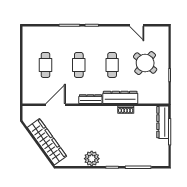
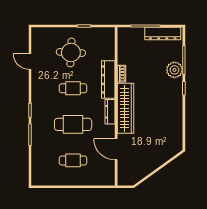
door: (137, 25) -> (30, 62), swing flipped
round table: (145, 63) -> (71, 52), turned -37
cafe table: (79, 65) -> (73, 124), width x1.37, depth x1.35
dresser: (163, 122) -> (163, 33), moved
wardrobe: (47, 142) -> (125, 108), moved, turned 126
plant: (92, 159) -> (174, 70), moved

